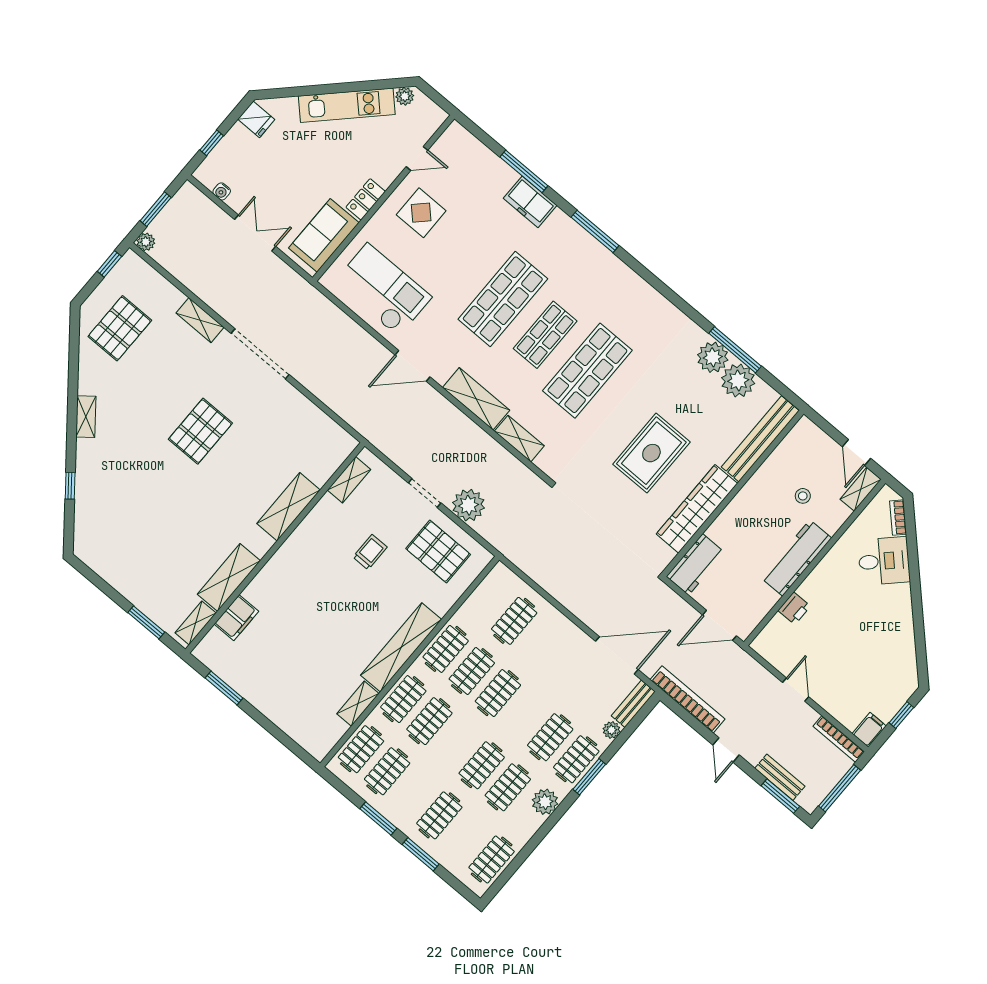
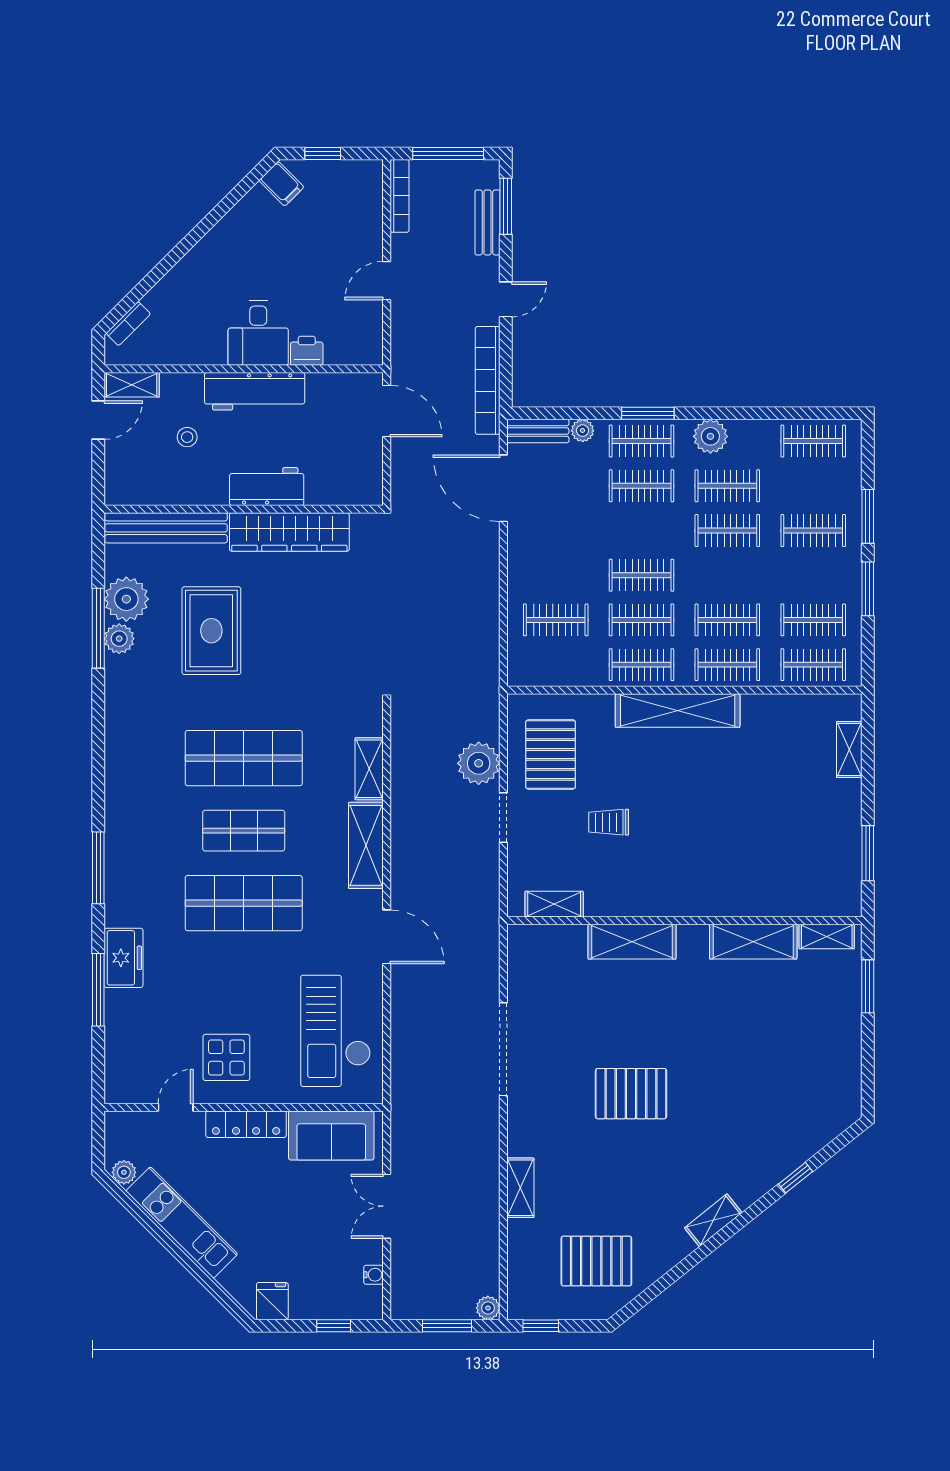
door: (417, 158) -> (176, 1107), hinge flipped
locker: (366, 199) -> (246, 1124), width x1.53
doorway: (260, 354) -> (503, 1049), moved
plant: (713, 357) -> (119, 639), width x0.73, depth x0.73
rug: (651, 453) -> (211, 631), moved, turned 90
desk: (884, 561) -> (258, 333), moved, turned -135
workbench: (695, 564) -> (267, 486), moved
filing cabinet: (236, 618) -> (787, 900), removed
shelving: (358, 704) -> (849, 749), moved, turned 90
filing cabinet: (869, 730) -> (281, 184), moved, turned -135

